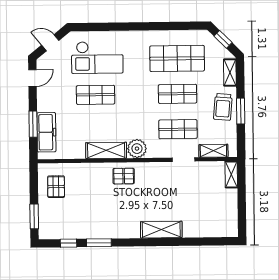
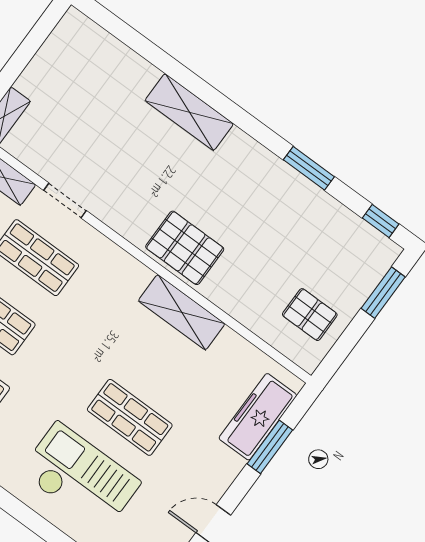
plant: (137, 149) -> (128, 277), removed
pallet: (124, 176) -> (185, 248), width x1.50, depth x1.42
pallet: (56, 187) -> (310, 315), turned 90
window: (69, 243) -> (381, 221), moved

